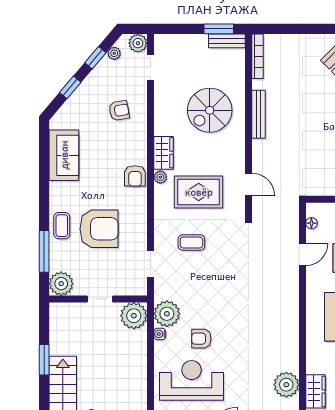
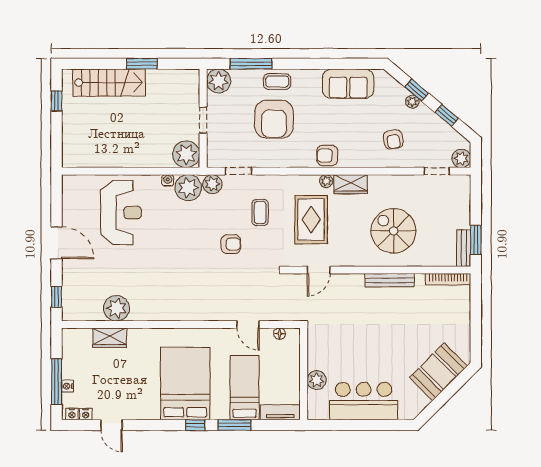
plant: (114, 53) -> (412, 102), moved
plant: (163, 290) -> (212, 184), added
armchair: (201, 339) -> (231, 244), moved, turned 90

